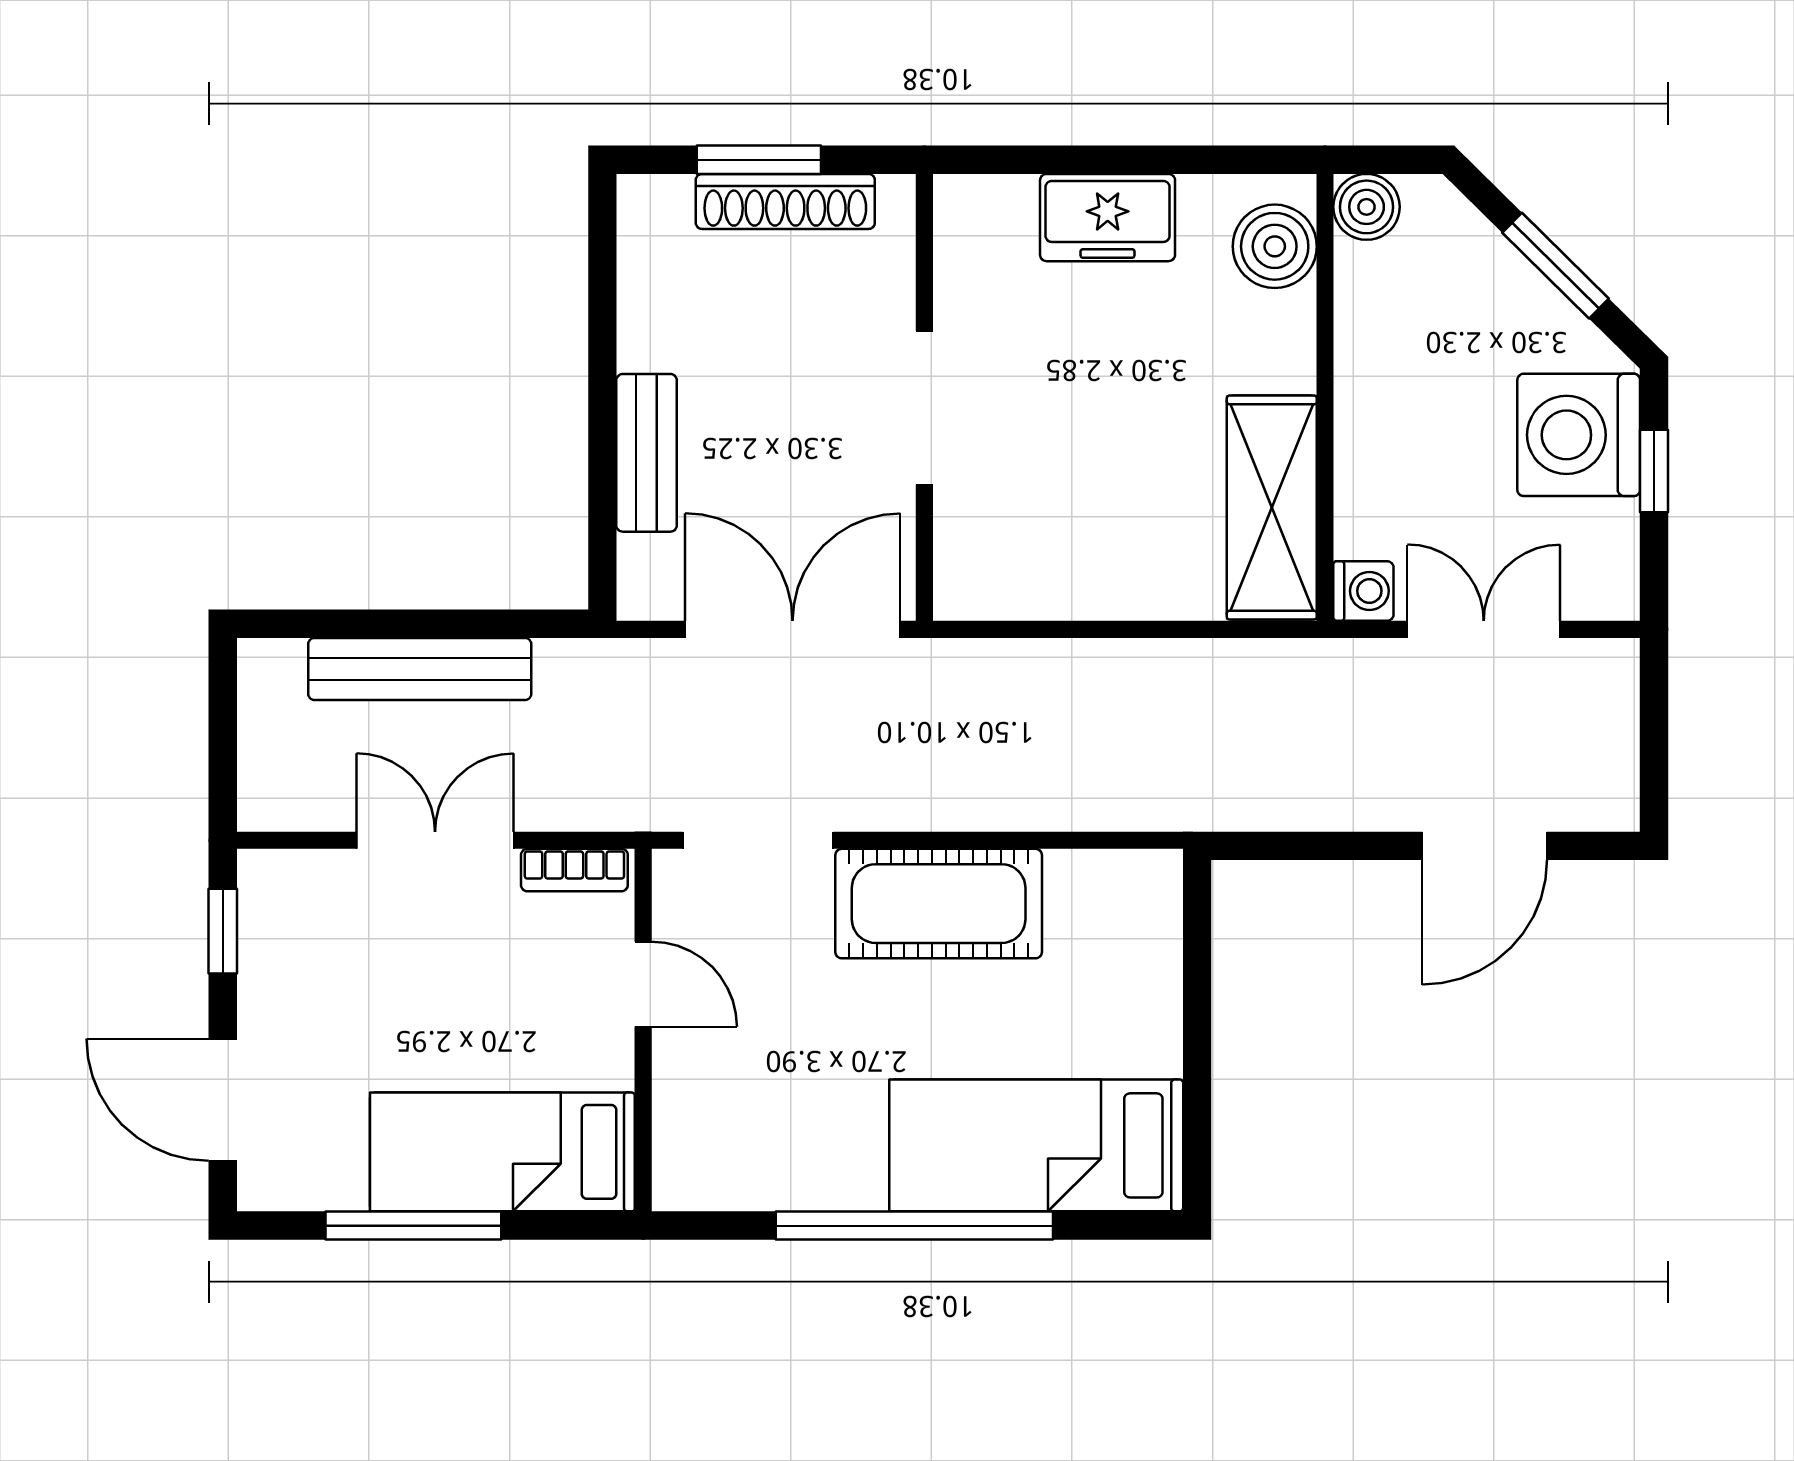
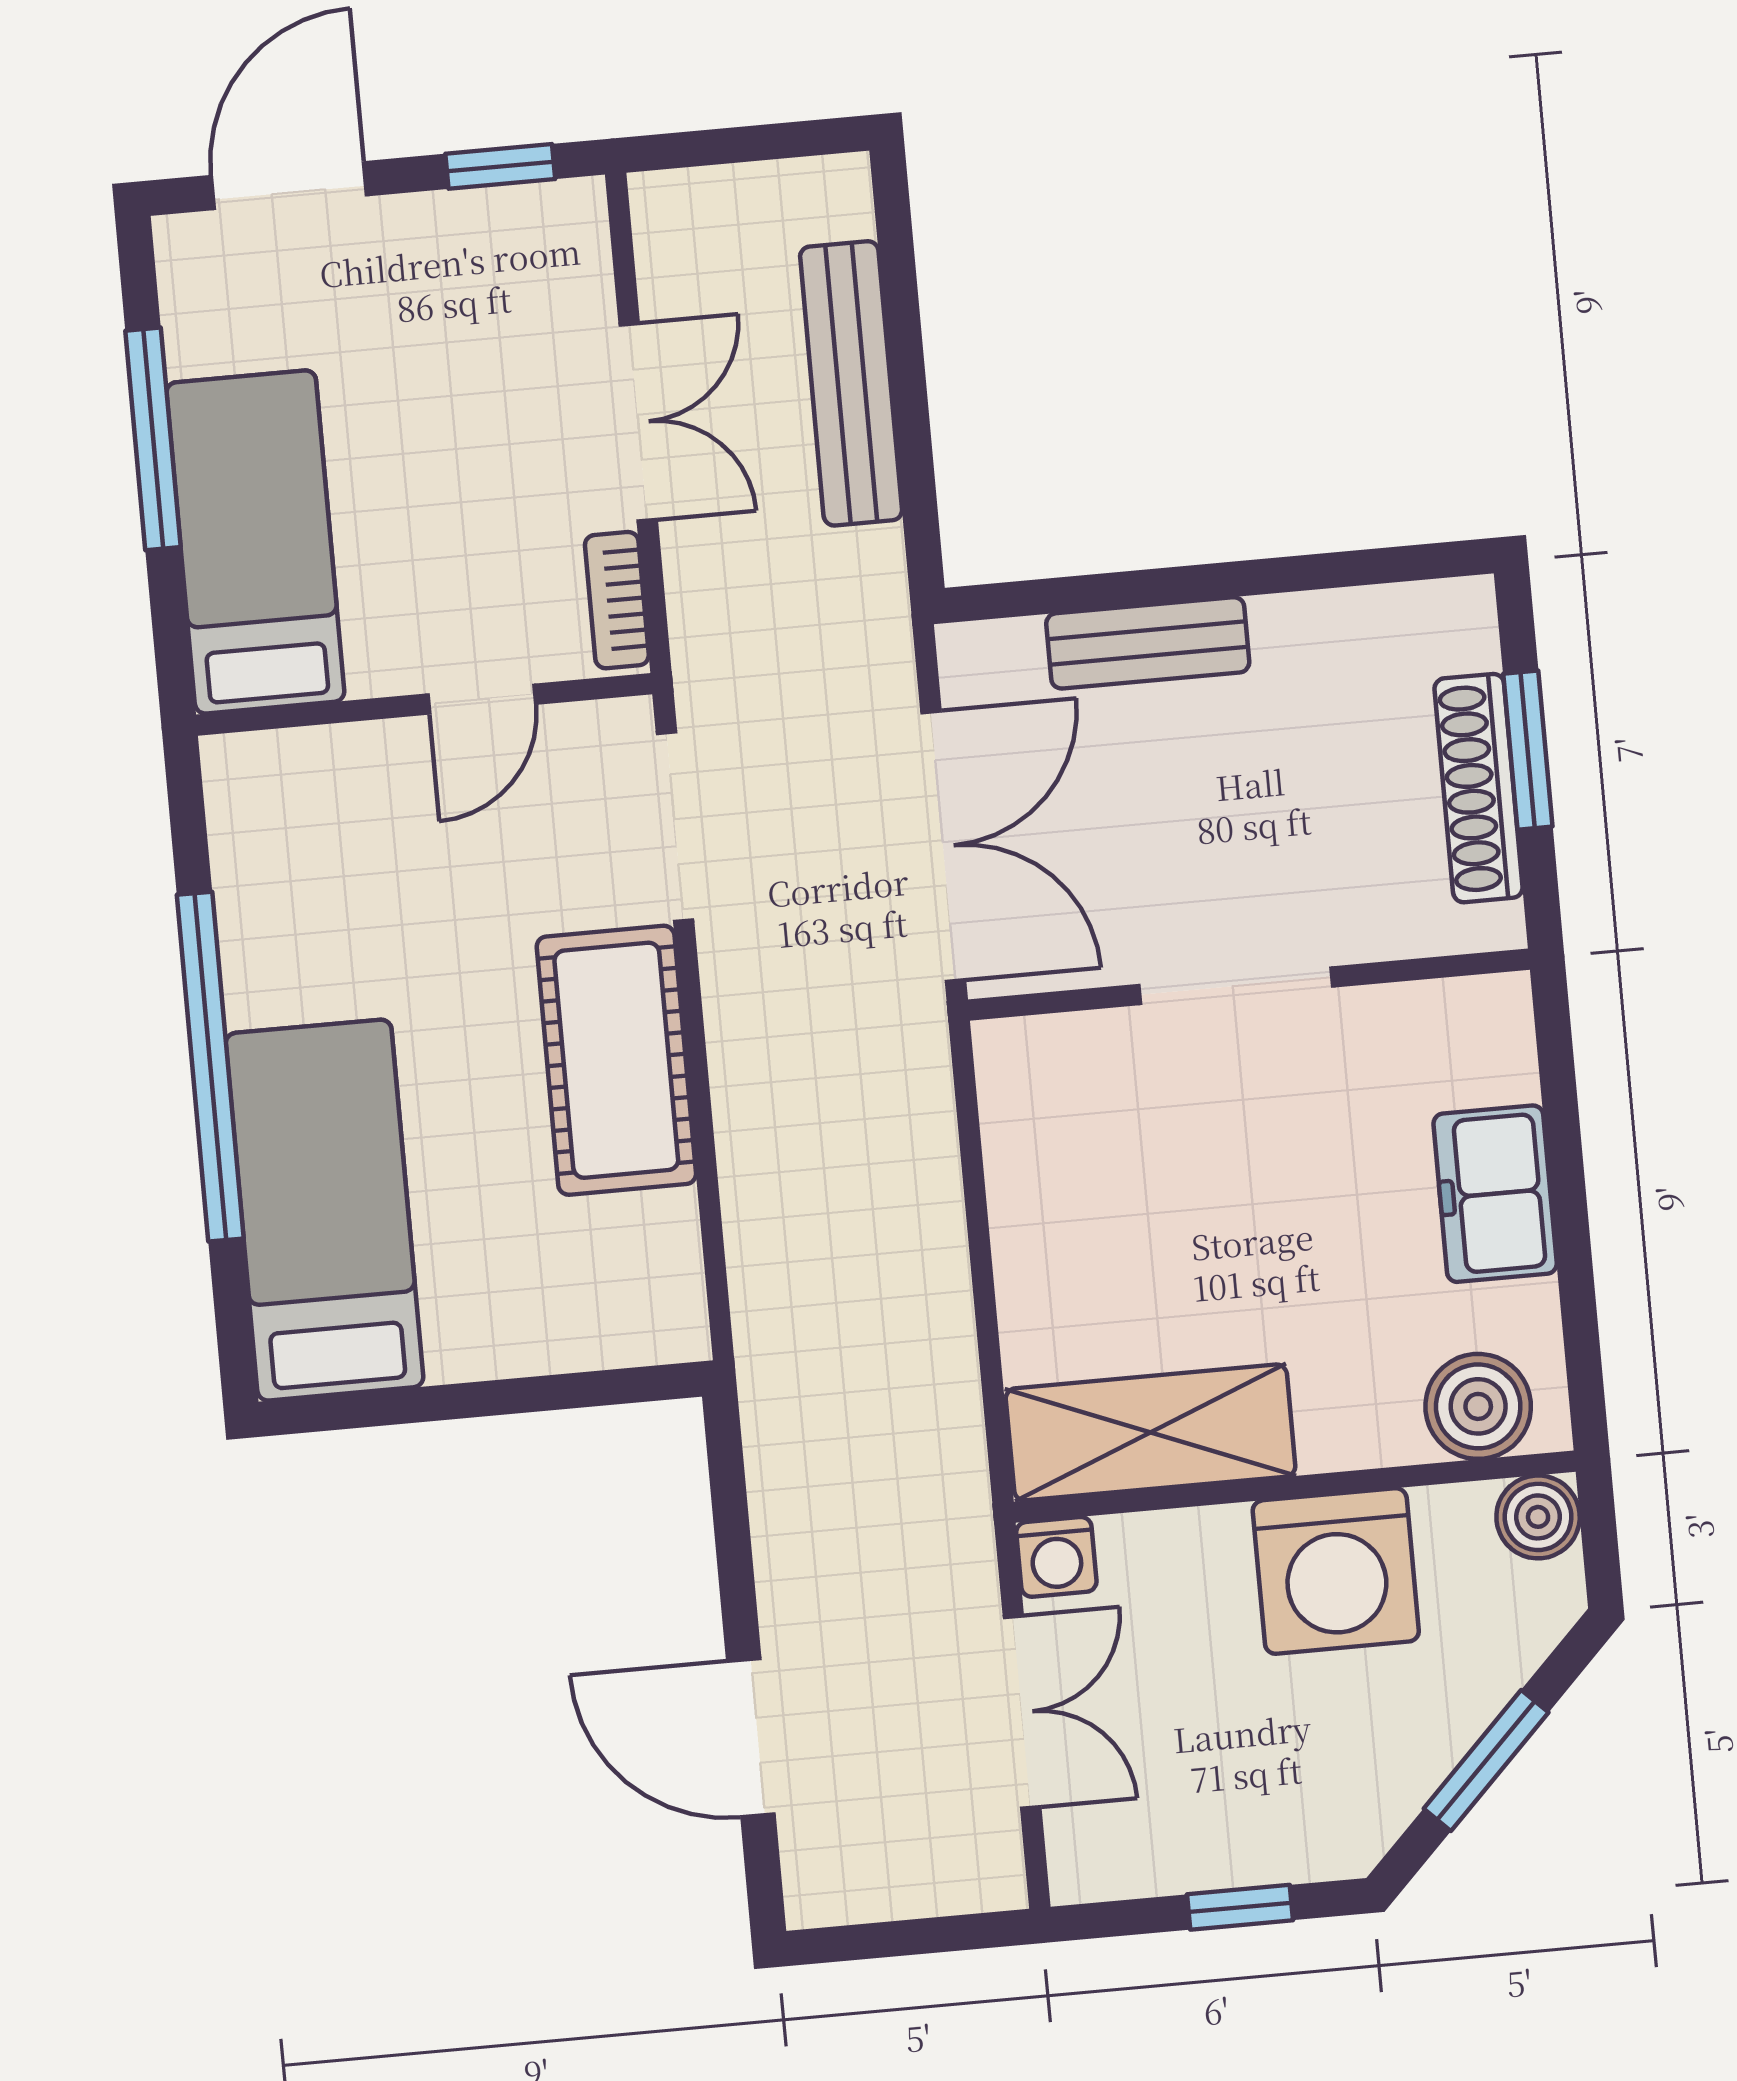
washing machine: (1579, 435) -> (1336, 1571), moved, turned 180

